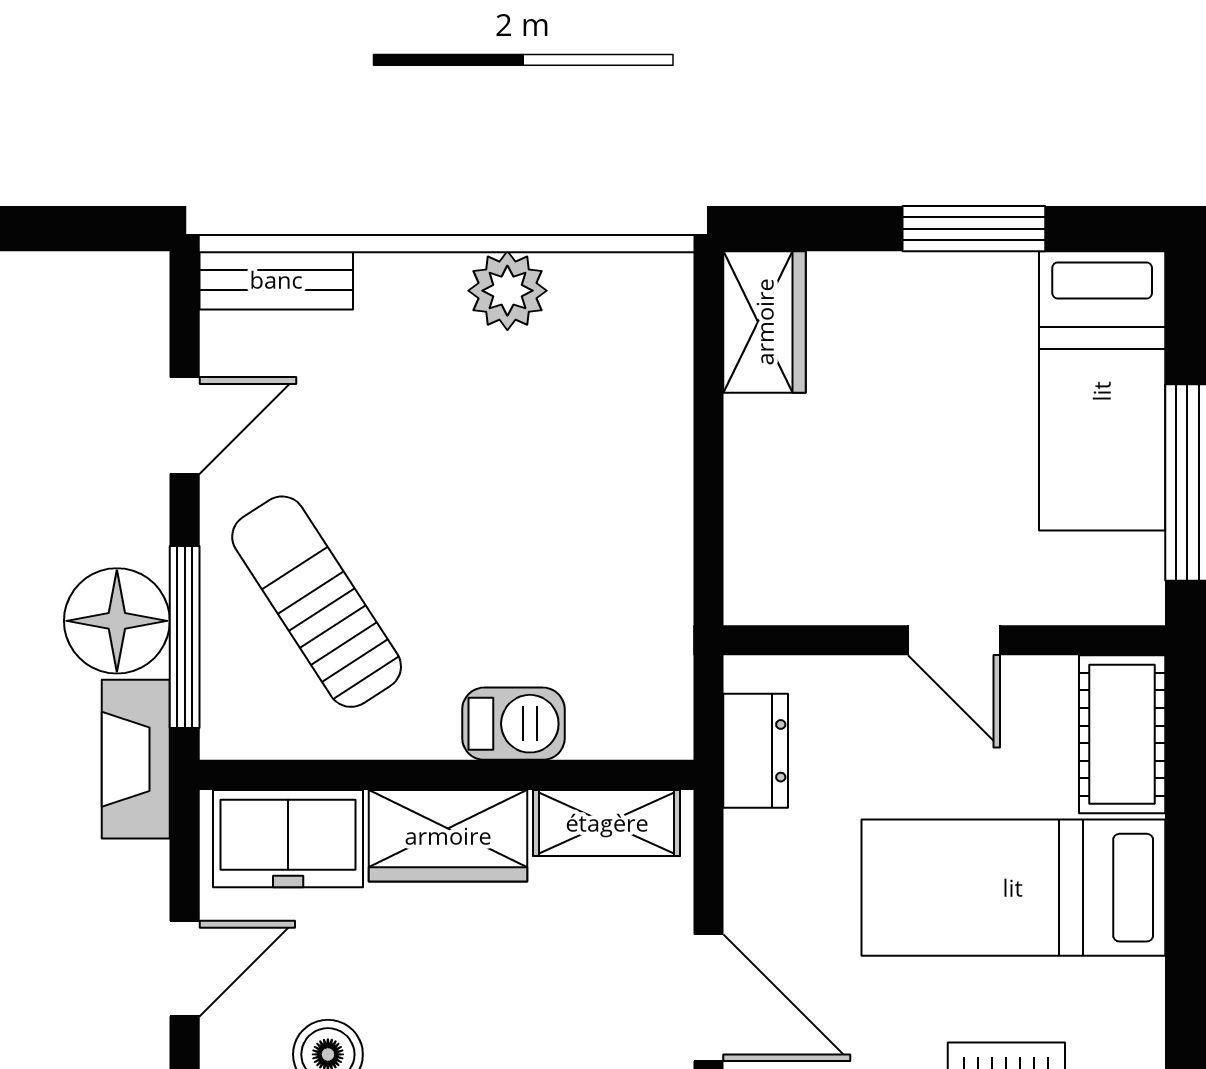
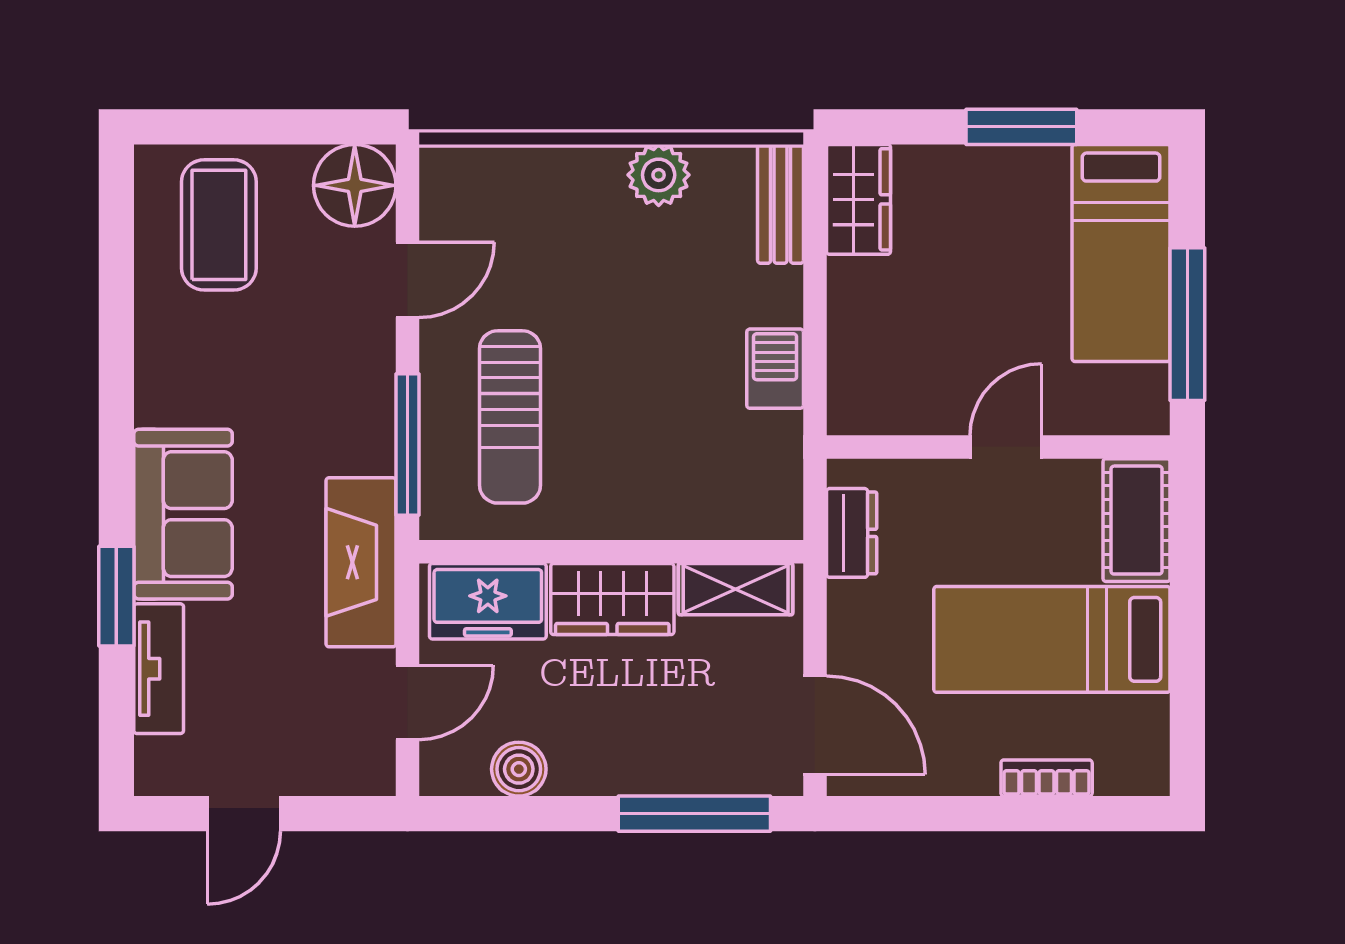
bench: (276, 280) -> (781, 204), moved, turned 90
sun lounger: (317, 602) -> (510, 417), turned -147
floor lamp: (117, 621) -> (355, 185), moved
door: (954, 640) -> (1006, 447), swing flipped
barbecue: (513, 724) -> (775, 369), moved, turned -90
fireplace: (136, 759) -> (361, 562), width x1.37, depth x1.32

